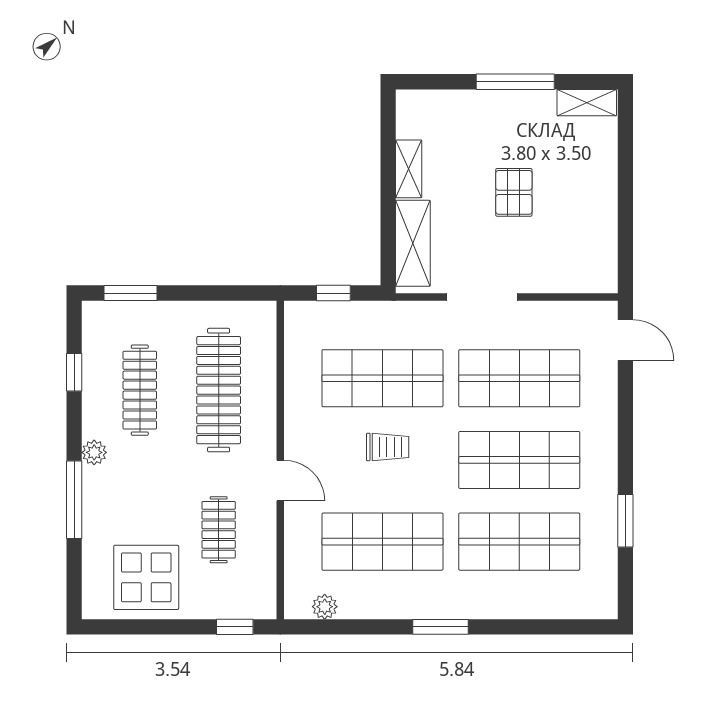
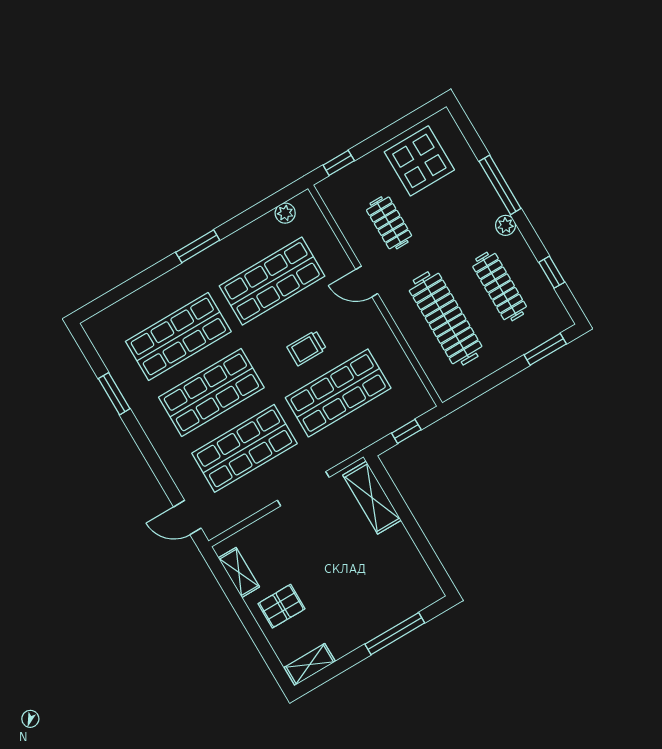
window: (515, 82) -> (395, 634), moved
shelving: (409, 169) -> (239, 572), moved
pallet: (514, 192) -> (281, 606), moved, turned 90

